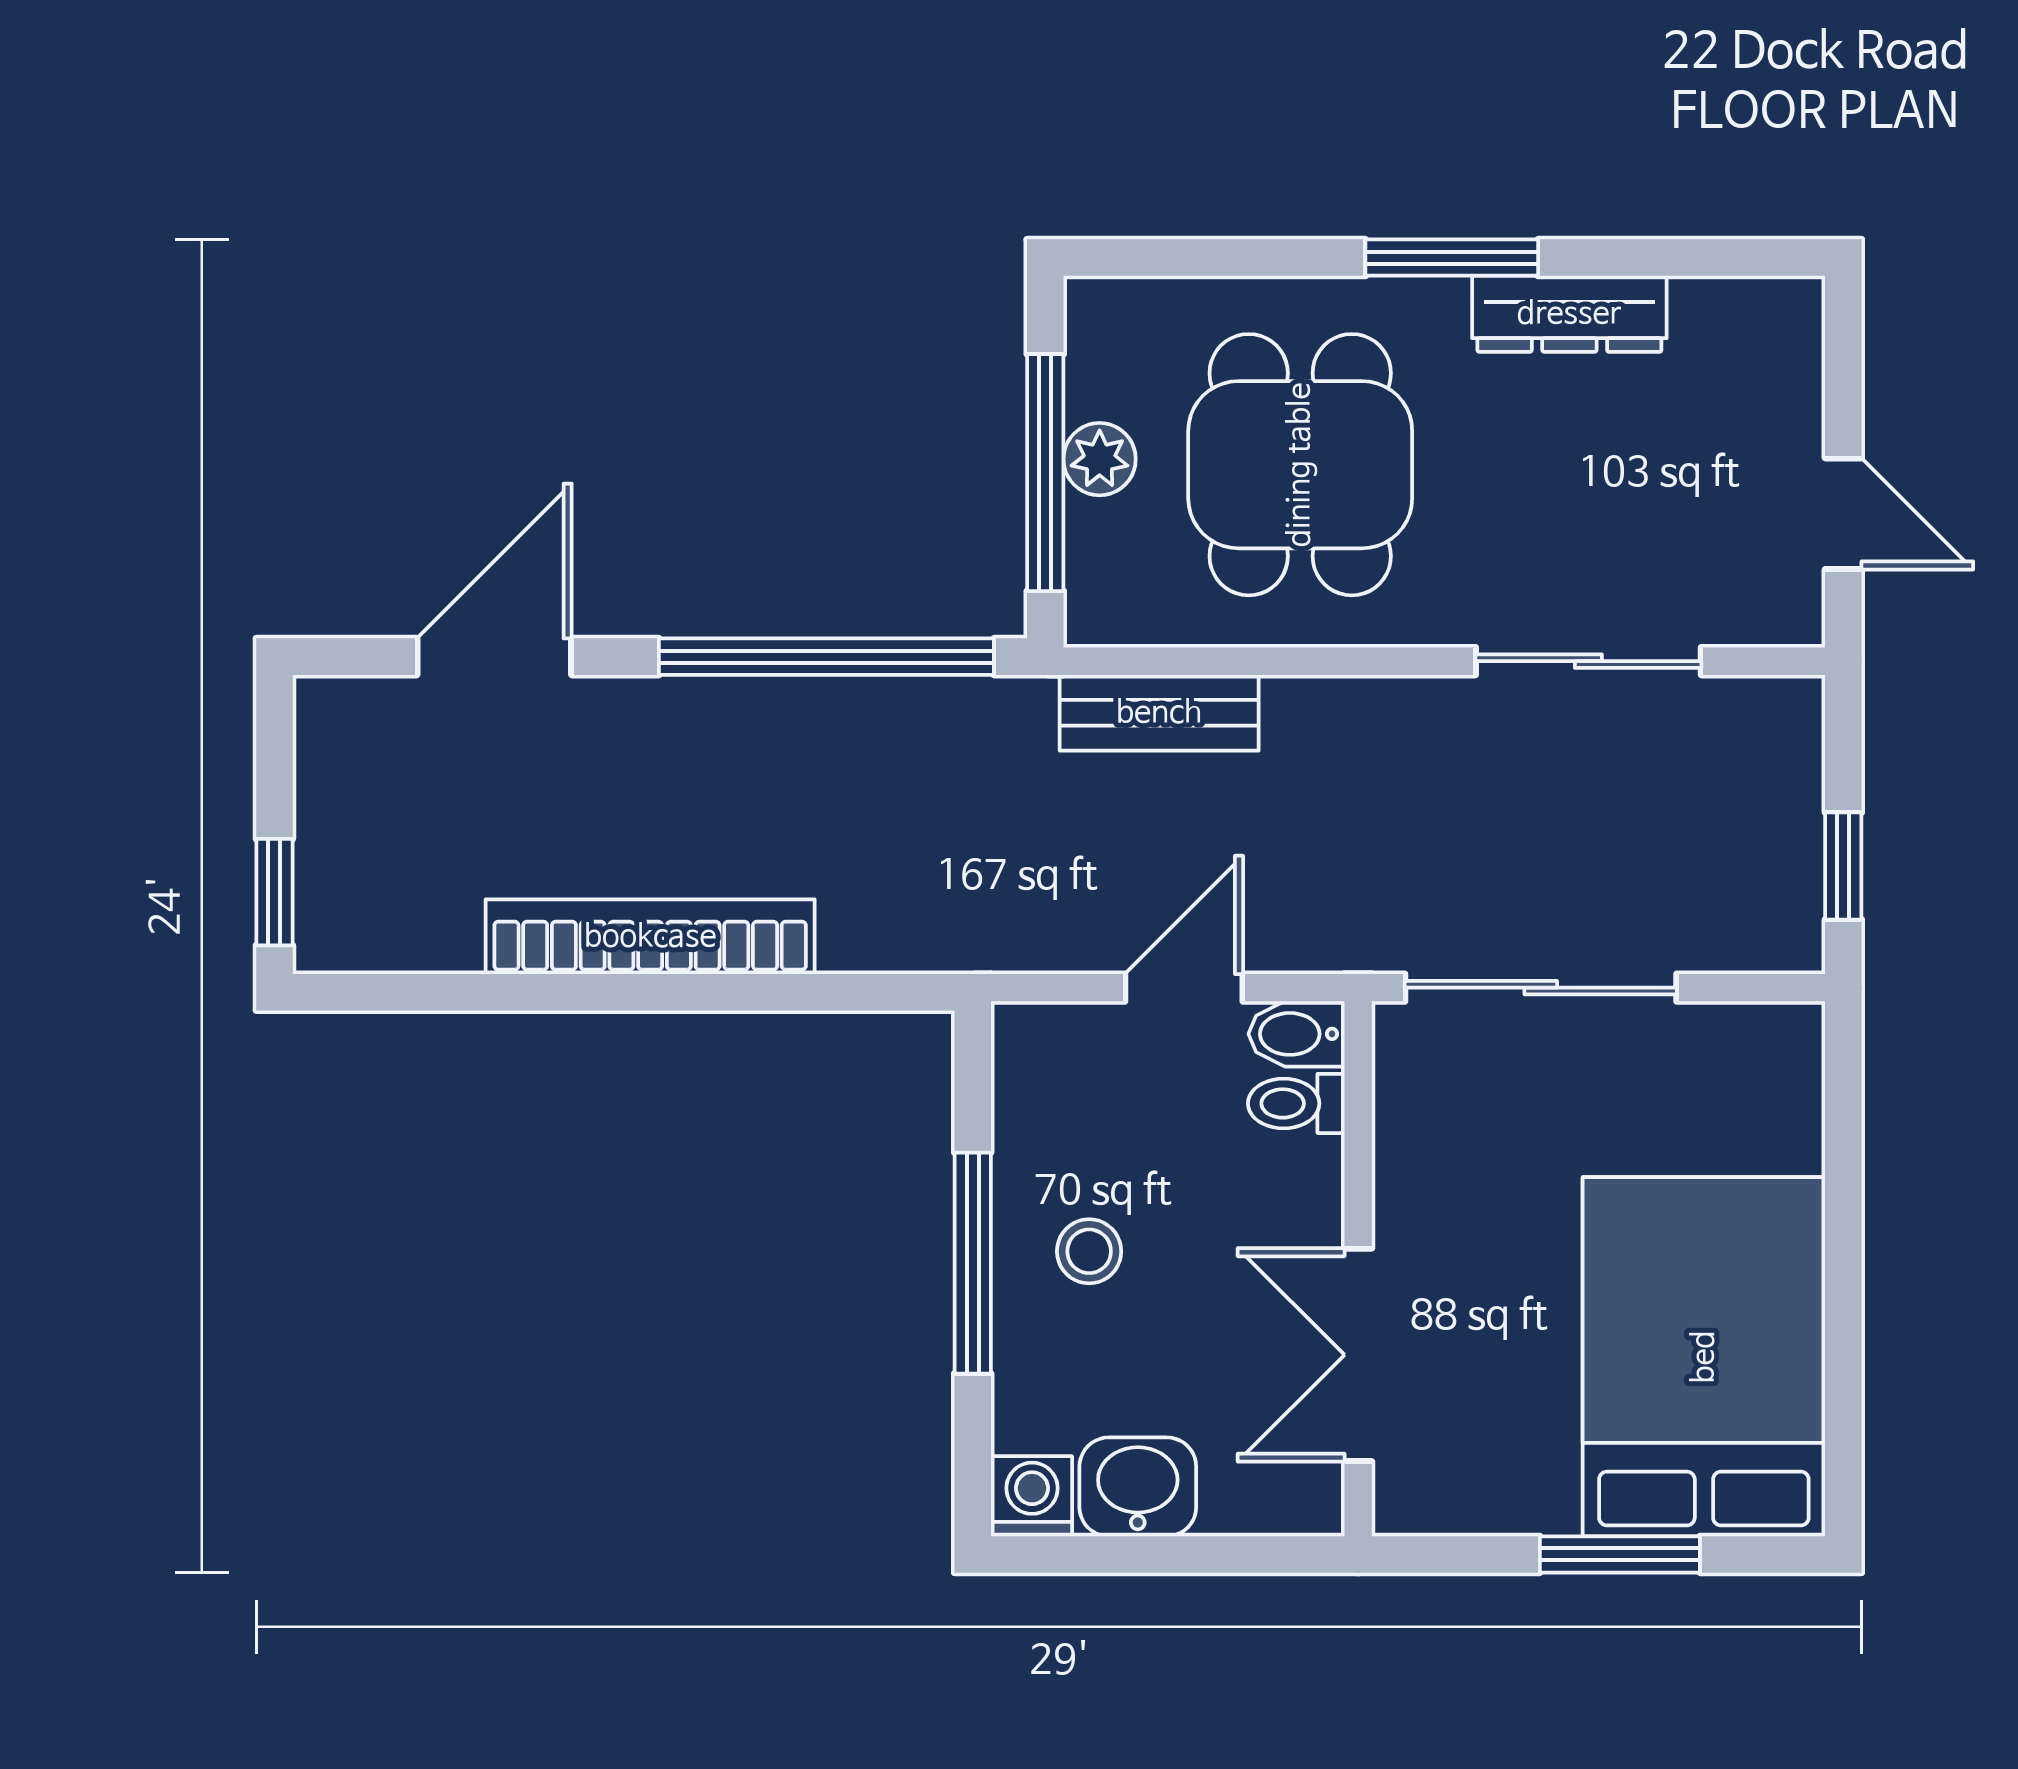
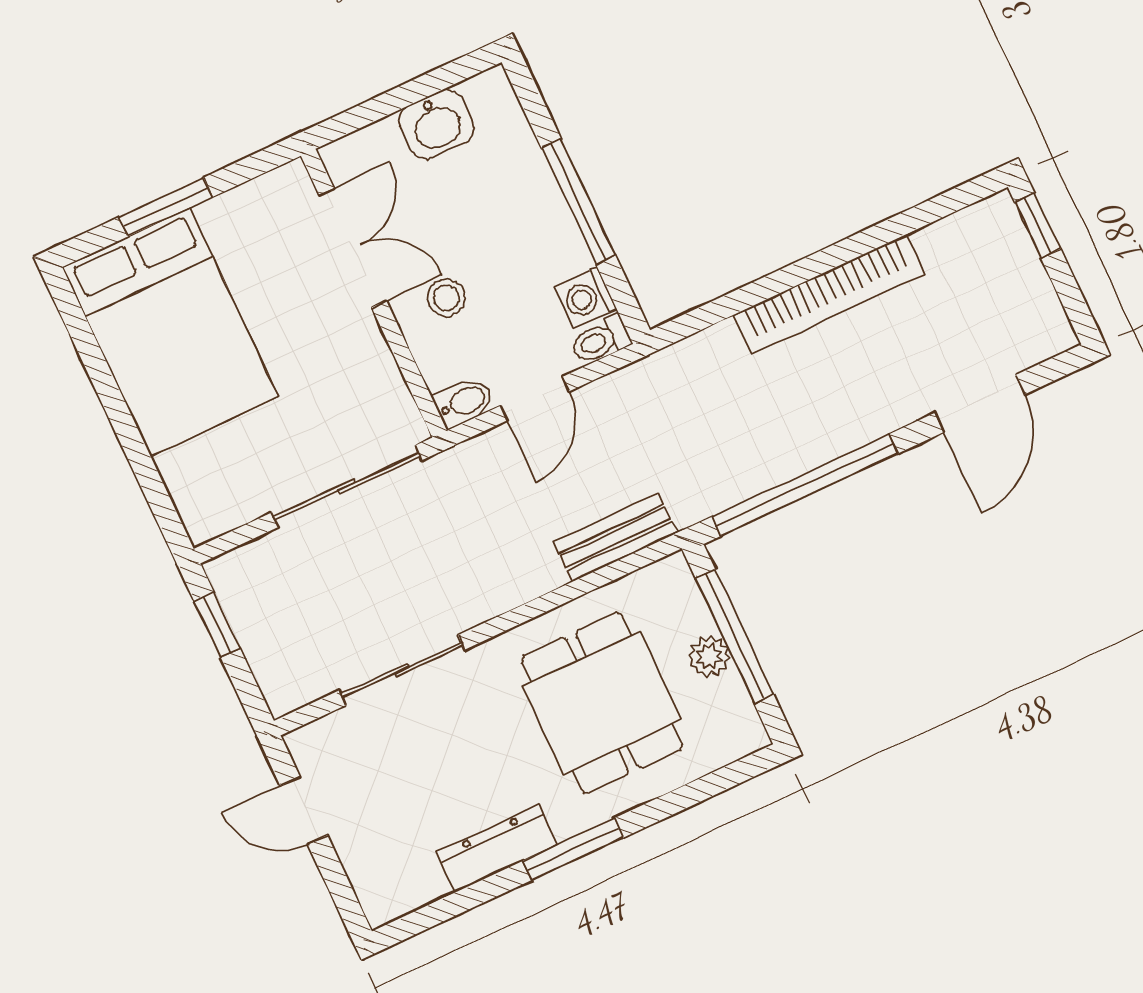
toilet: (1296, 1103) -> (600, 340), moved, turned 180
stool: (1089, 1251) -> (446, 298), moved
washing machine: (1032, 1496) -> (586, 298), moved, turned 90

